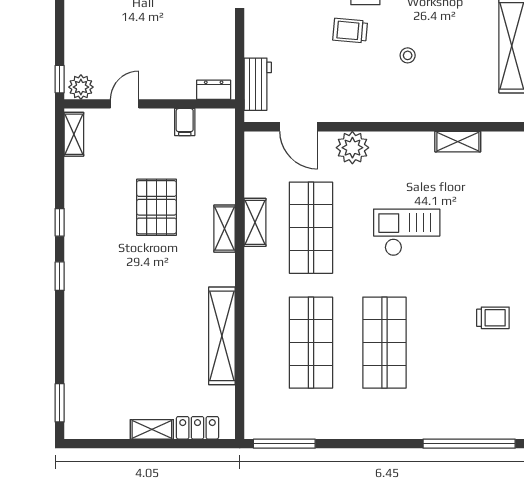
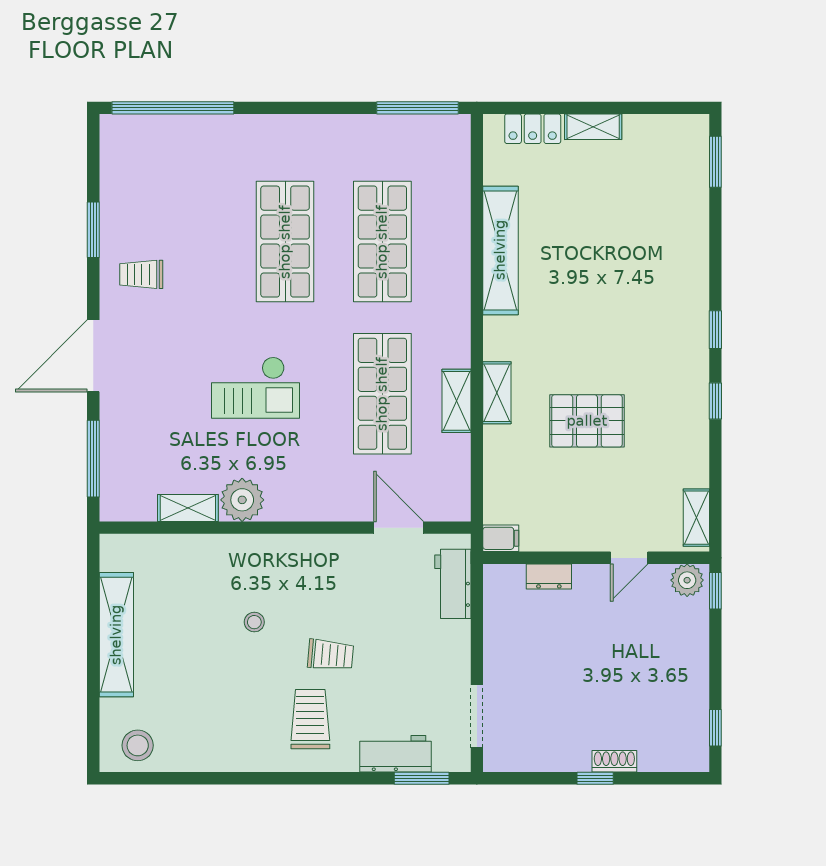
dresser: (214, 90) -> (549, 577), moved
filing cabinet: (185, 122) -> (501, 538), moved, turned 90
plant: (352, 148) -> (242, 500), moved
pallet: (157, 207) -> (587, 421), turned 90

